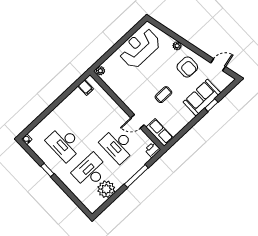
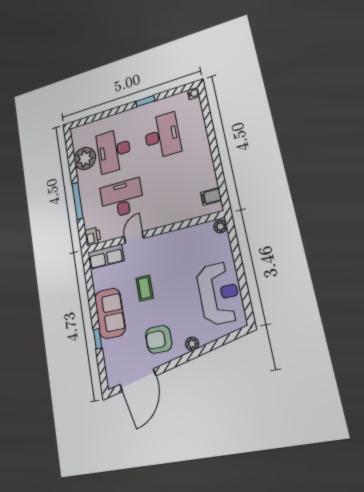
door: (218, 65) -> (138, 380), width x1.87
sofa: (202, 98) -> (110, 313), moved
desk: (64, 143) -> (162, 136), turned 90
desk: (90, 171) -> (114, 151), turned 180

